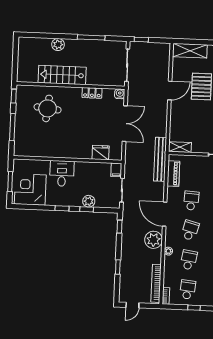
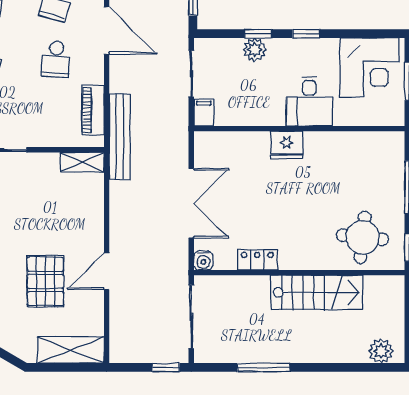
plant: (58, 44) -> (381, 351), moved
round table: (48, 108) -> (362, 237), moved
double door: (125, 124) -> (191, 203), swing flipped
fridge: (101, 153) -> (287, 145), moved

